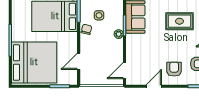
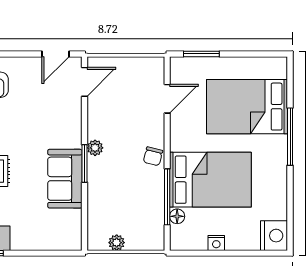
side table: (99, 15) -> (130, 182), removed
bed: (34, 62) -> (247, 107), width x0.73
door: (154, 86) -> (55, 54), moved

